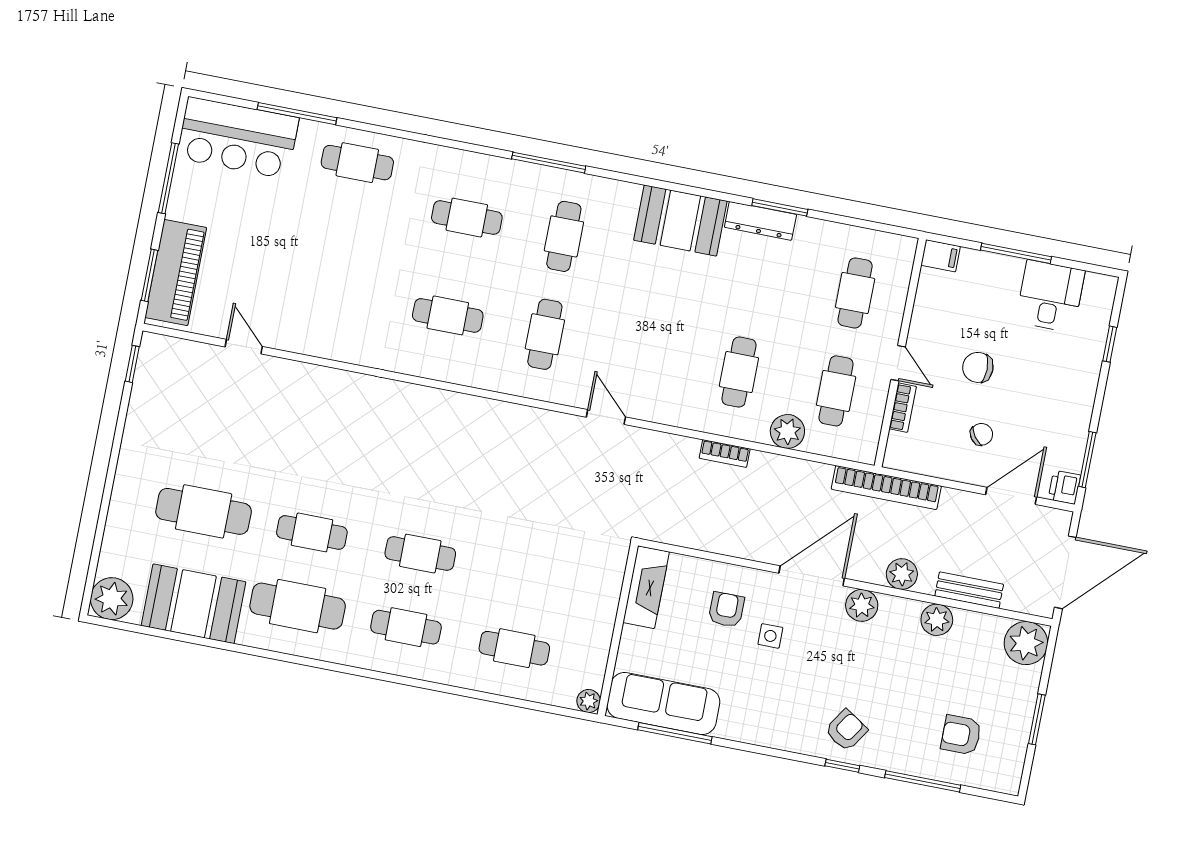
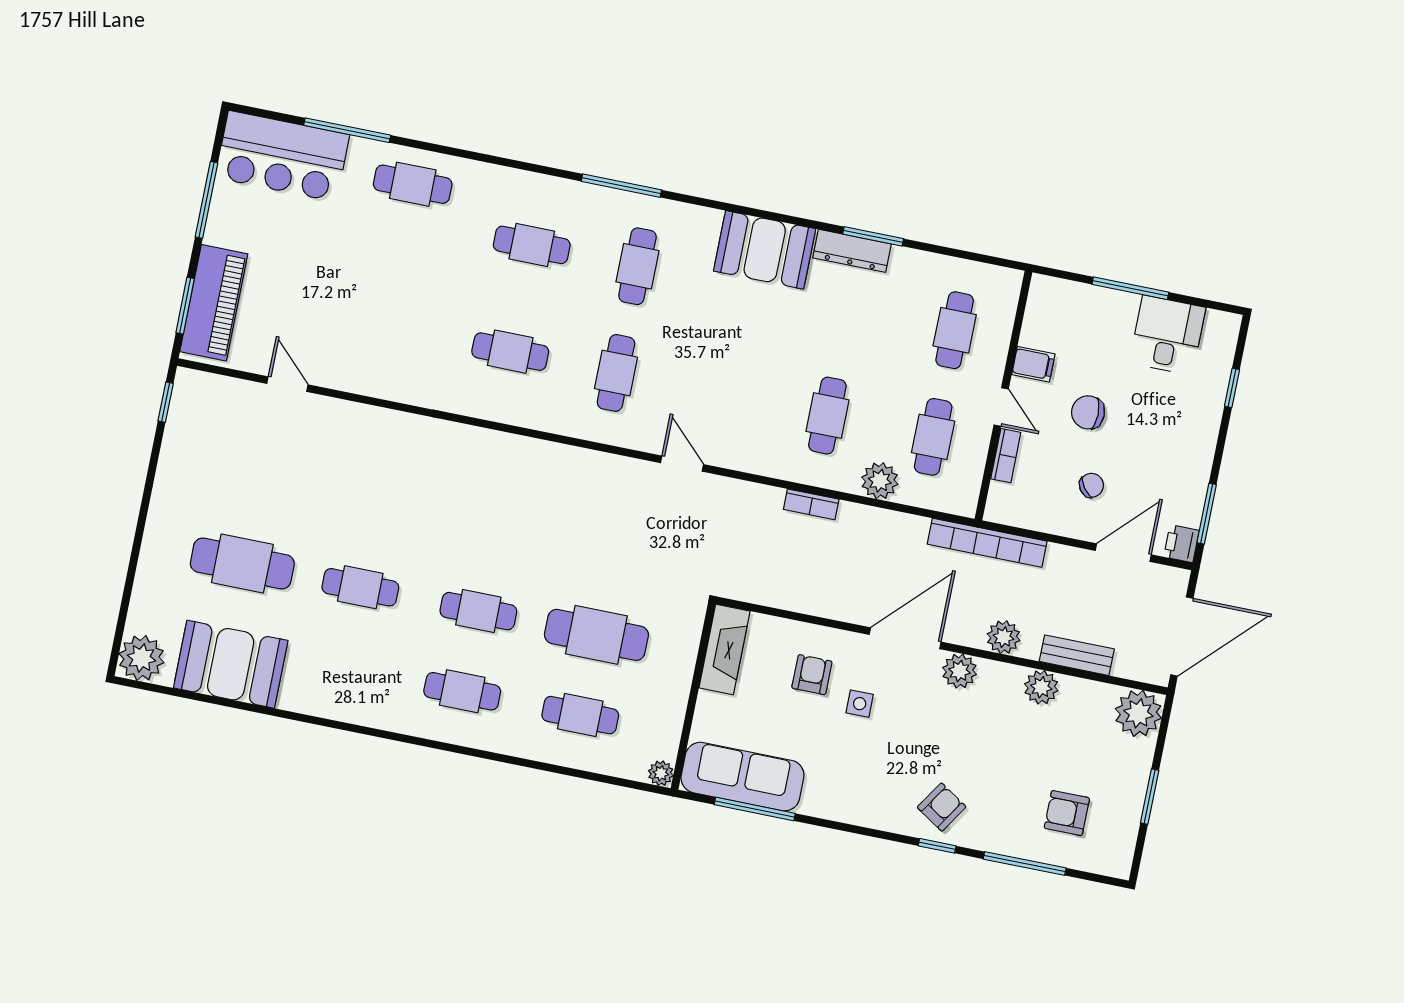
filing cabinet: (941, 256) -> (1033, 364), moved
cafe table: (298, 606) -> (596, 635), moved

